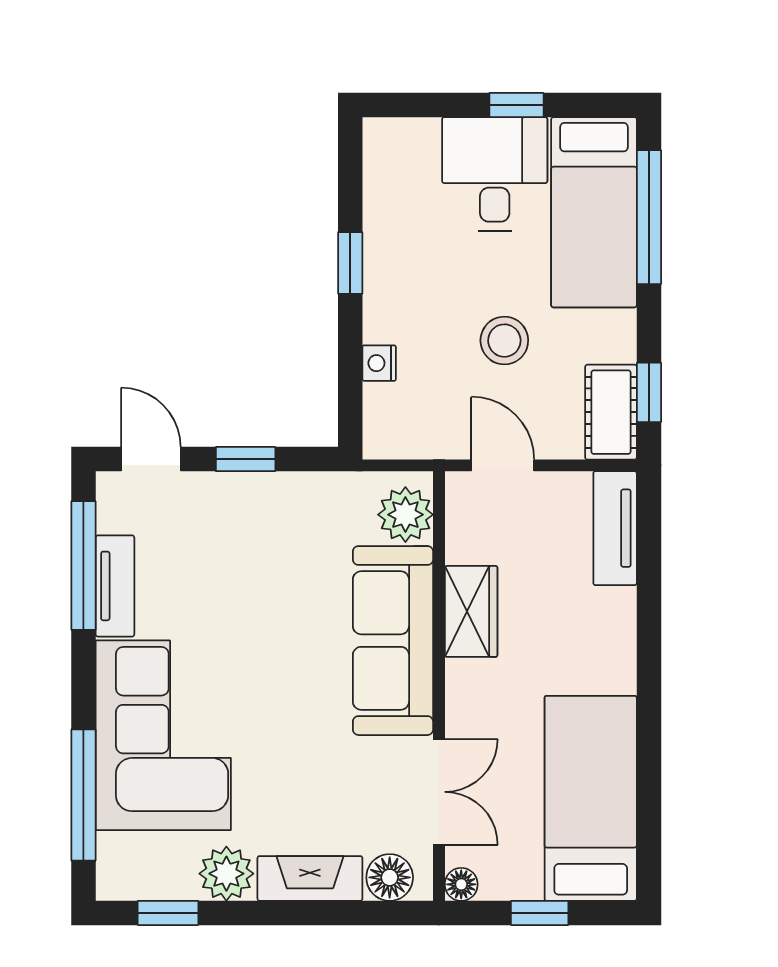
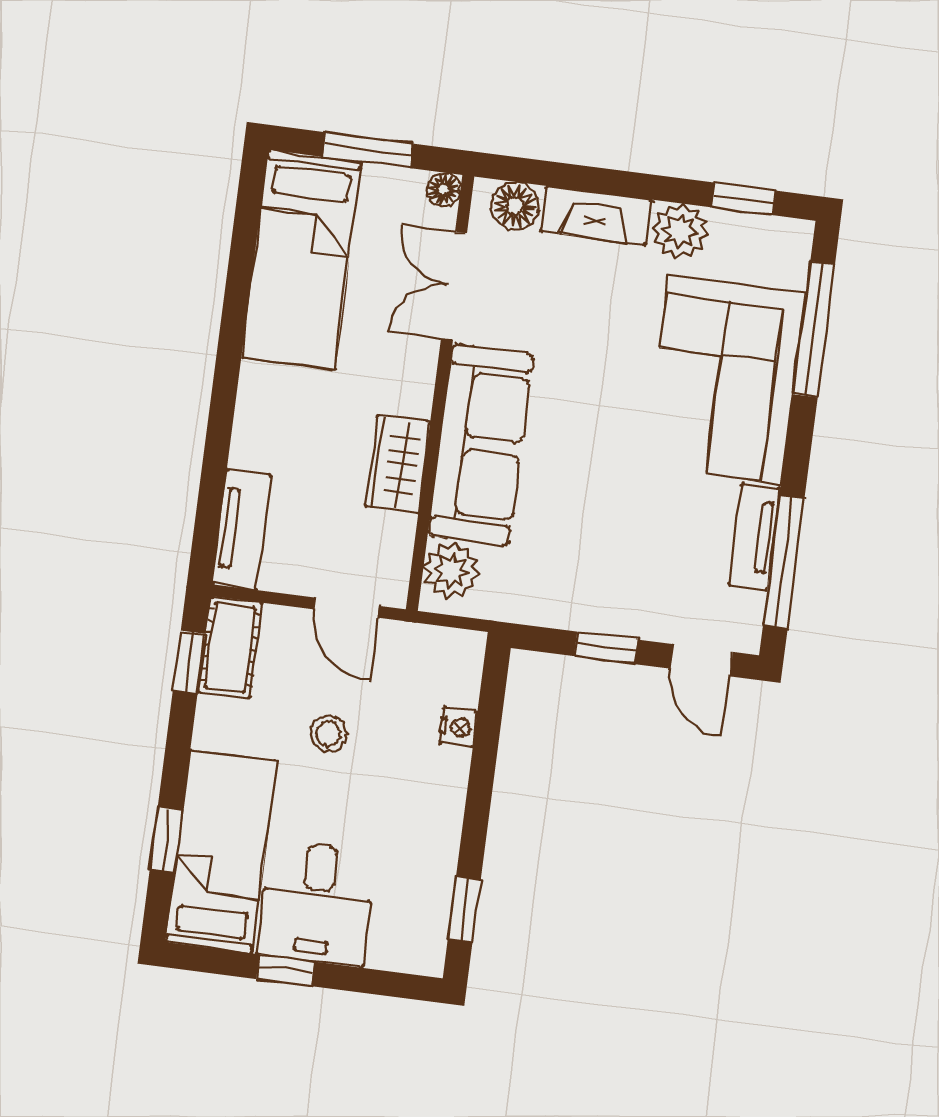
window: (649, 217) -> (166, 840), width x0.46
window: (350, 263) -> (464, 909), moved
stool: (504, 341) -> (329, 734), width x0.73, depth x0.73
window: (540, 913) -> (368, 150), width x1.50

